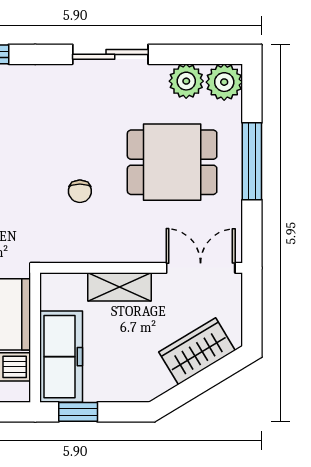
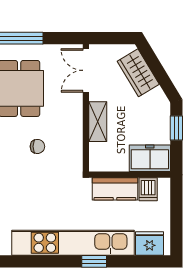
freezer: (61, 357) -> (150, 158), width x0.71
window: (78, 412) -> (176, 128), moved

